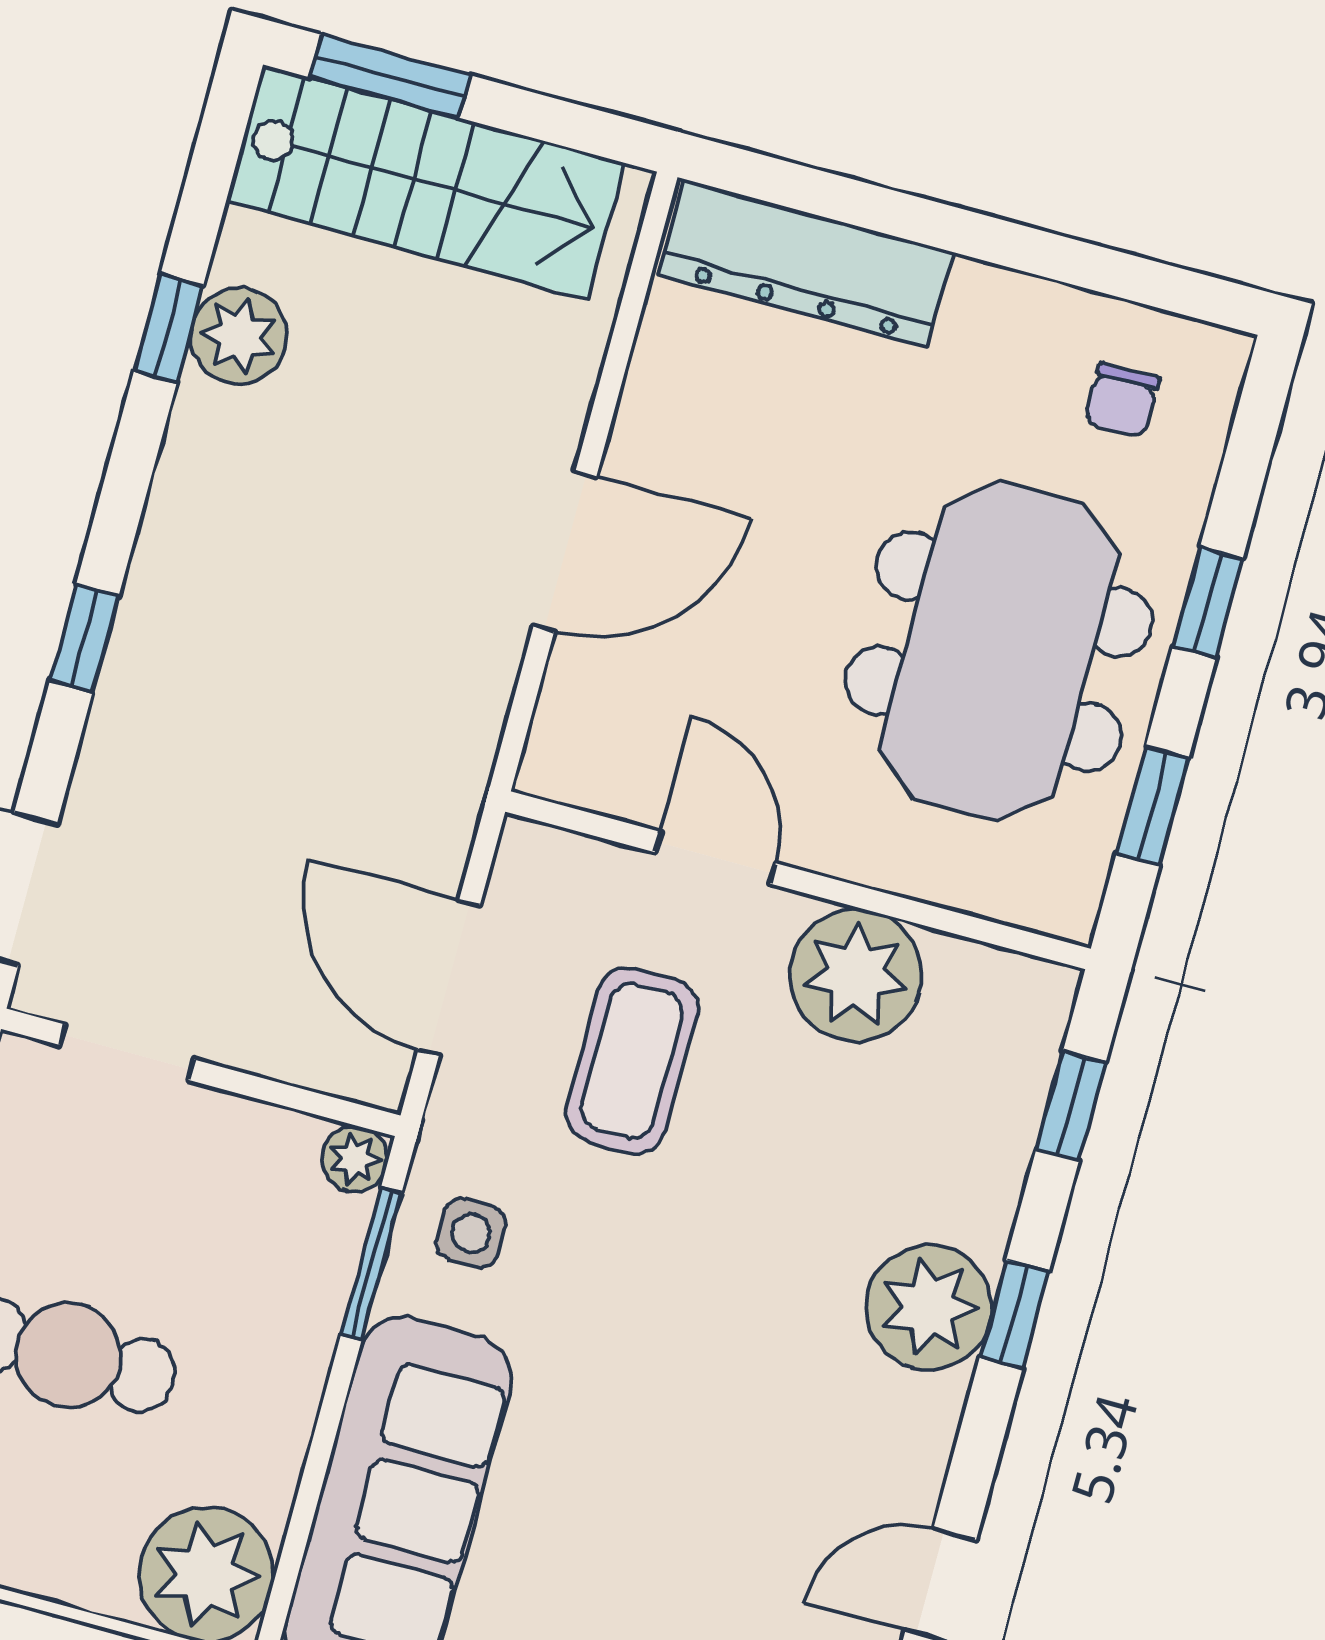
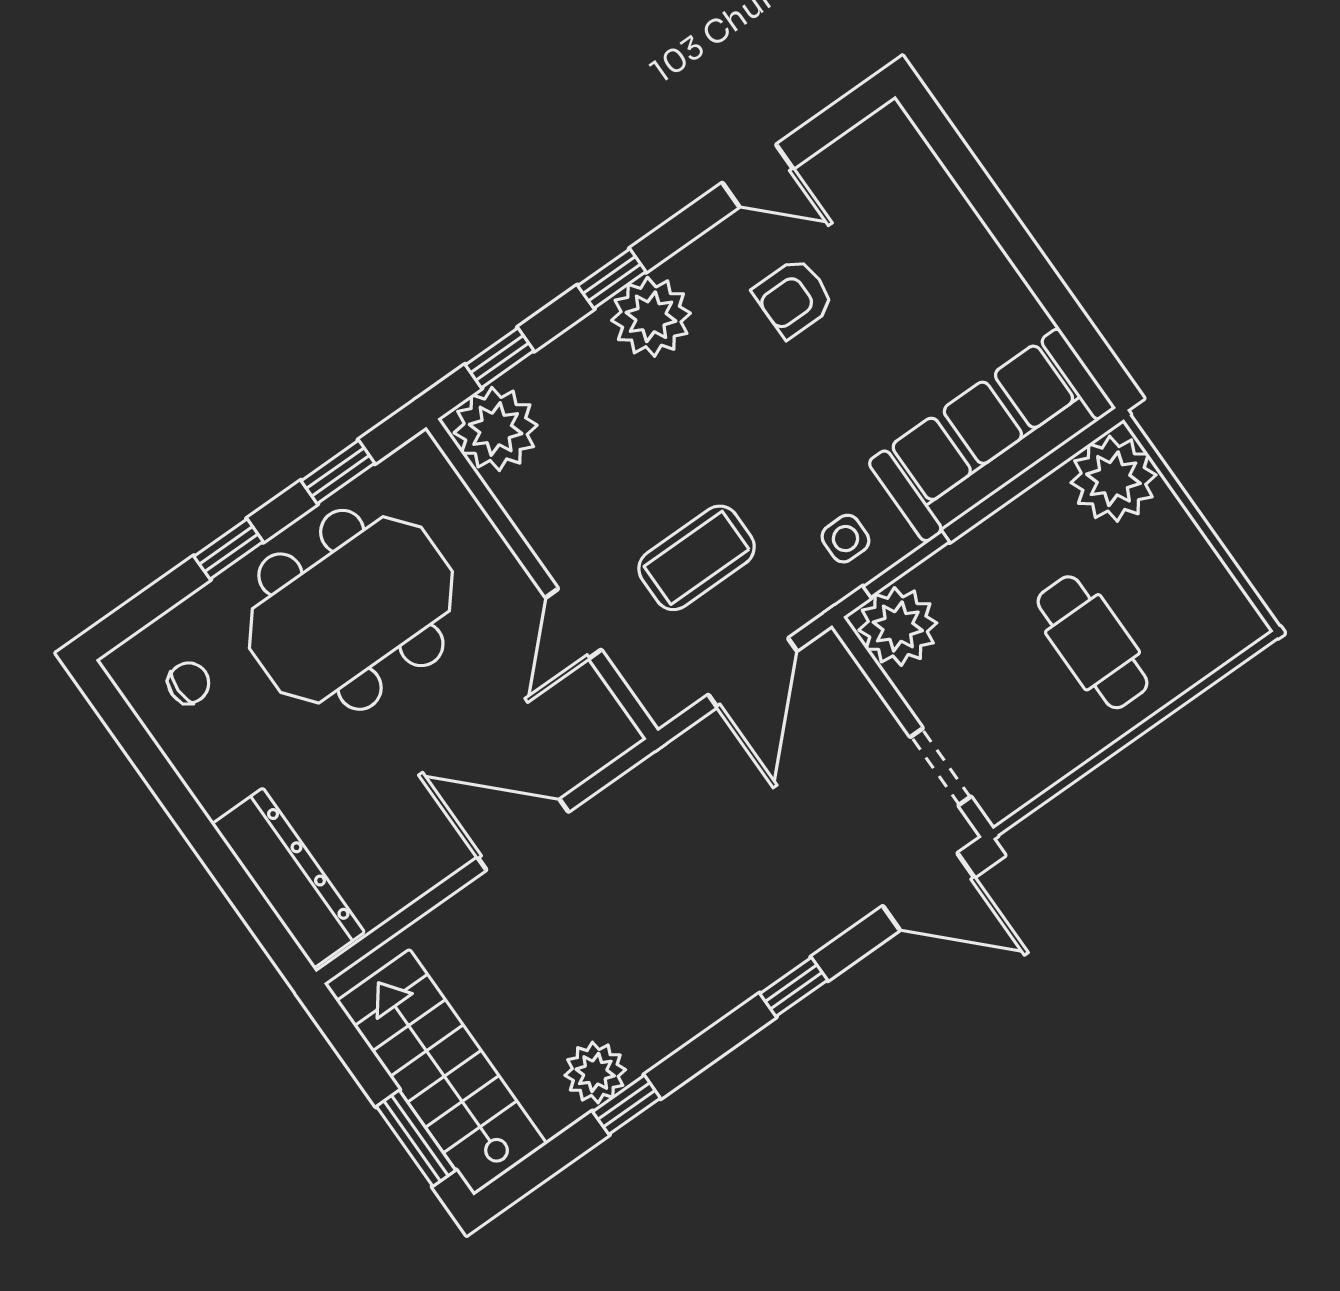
plant: (856, 975) -> (496, 429), moved
plant: (355, 1159) -> (898, 626), width x1.87, depth x1.87
armchair: (775, 1473) -> (794, 298), added

